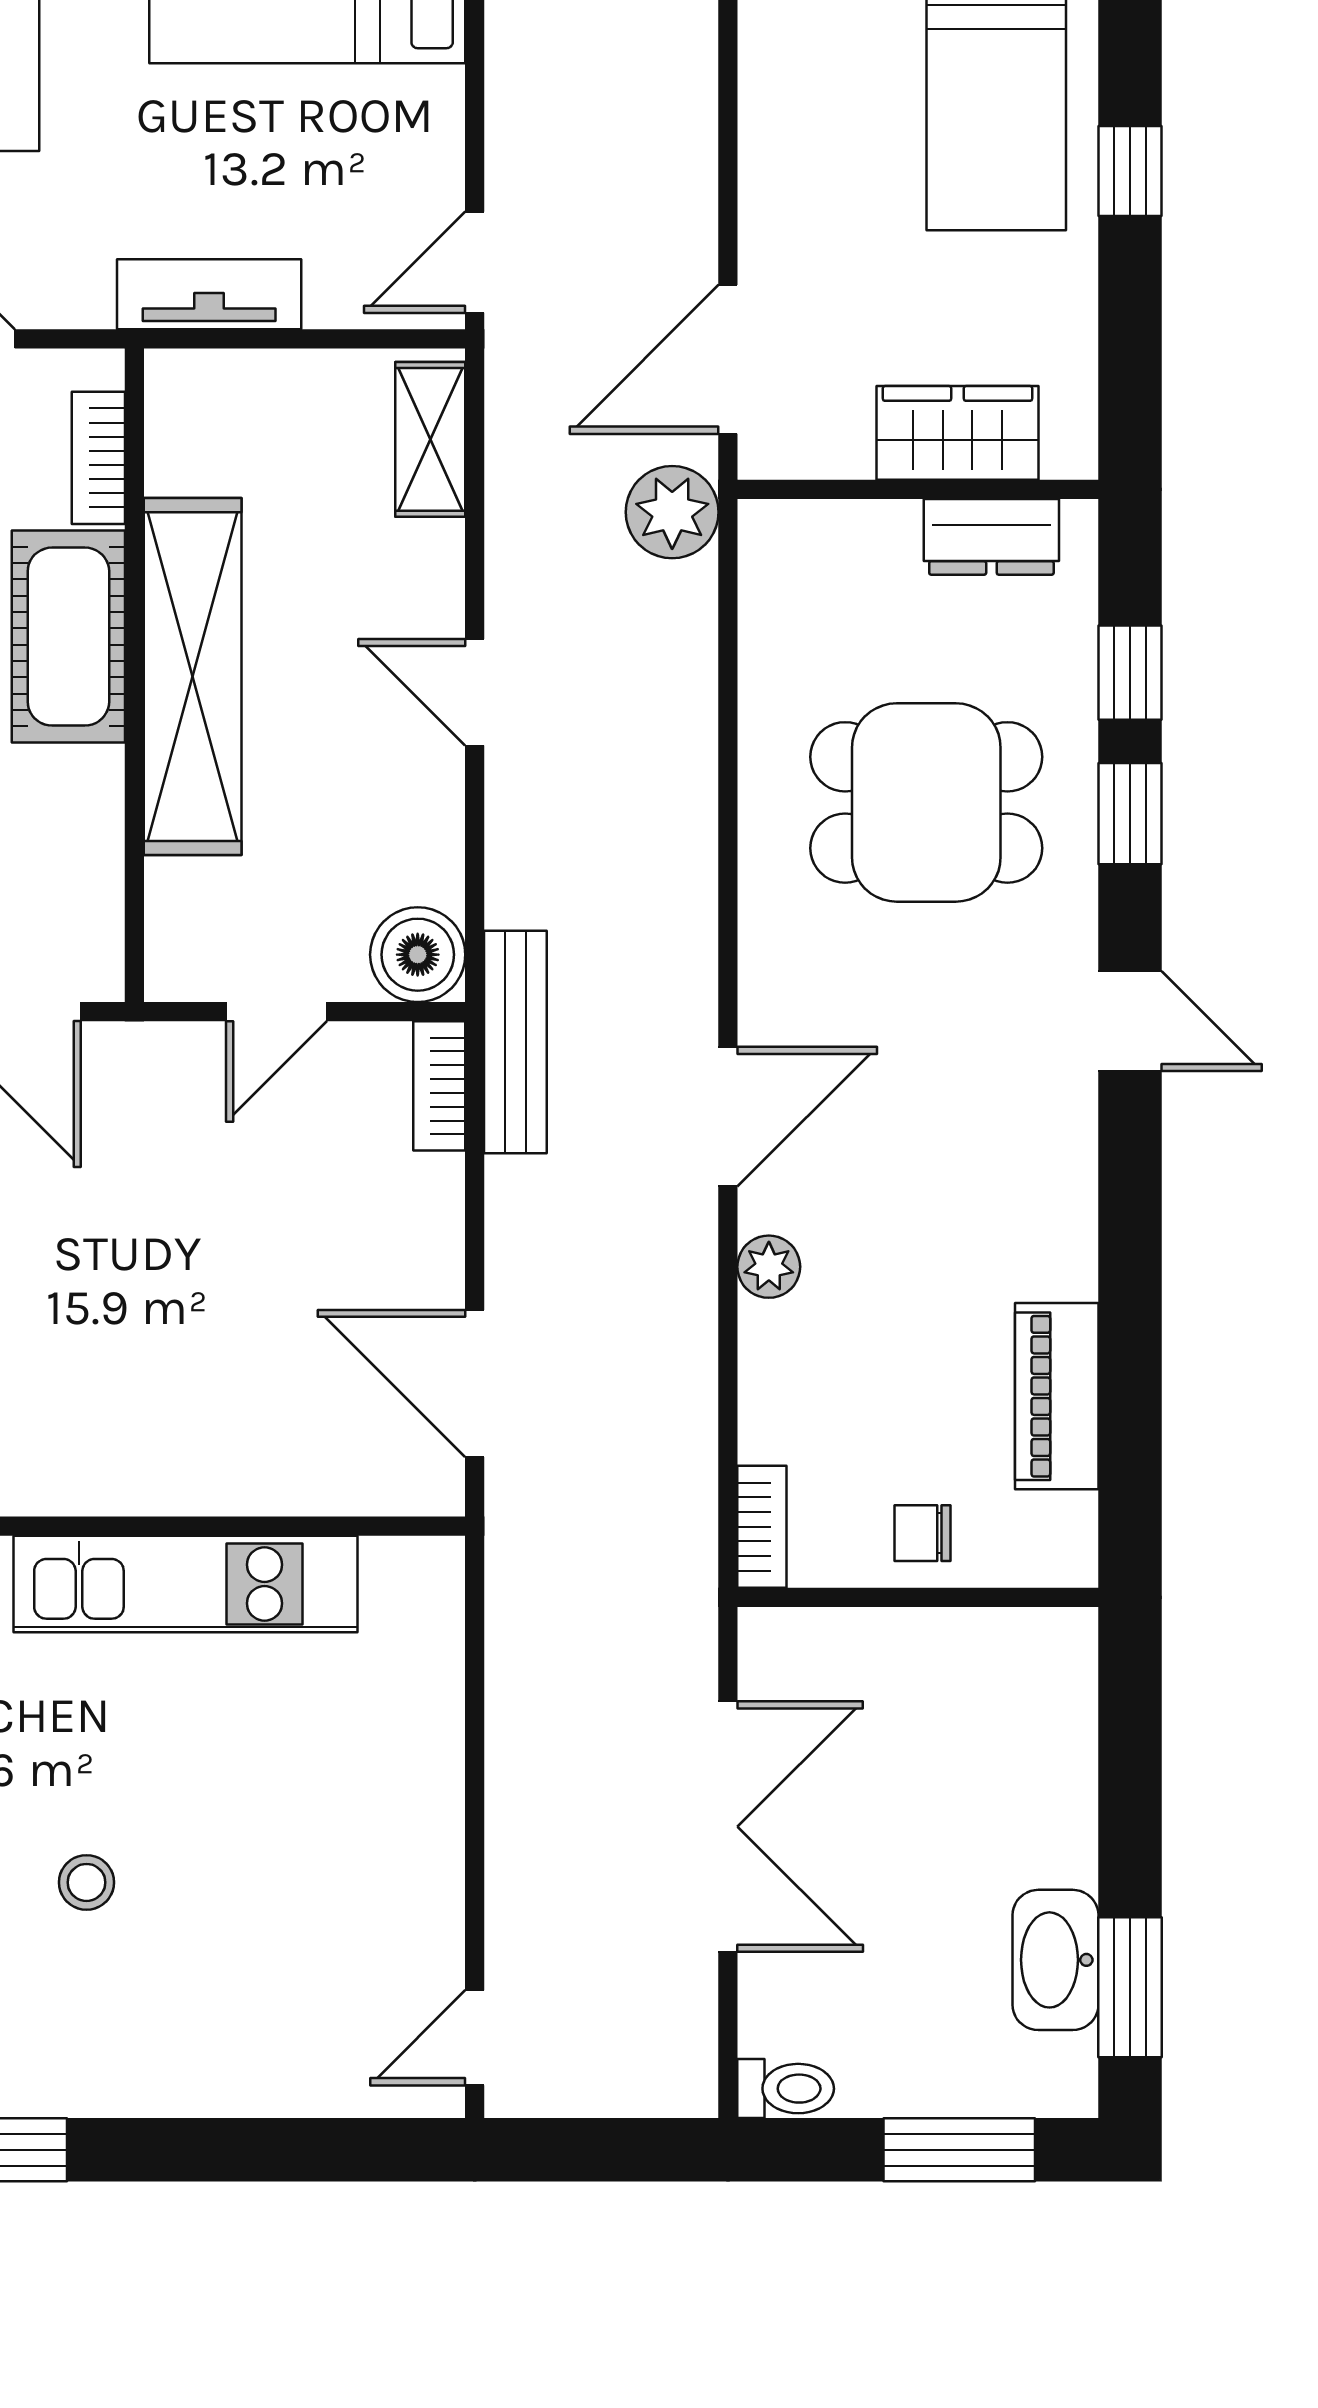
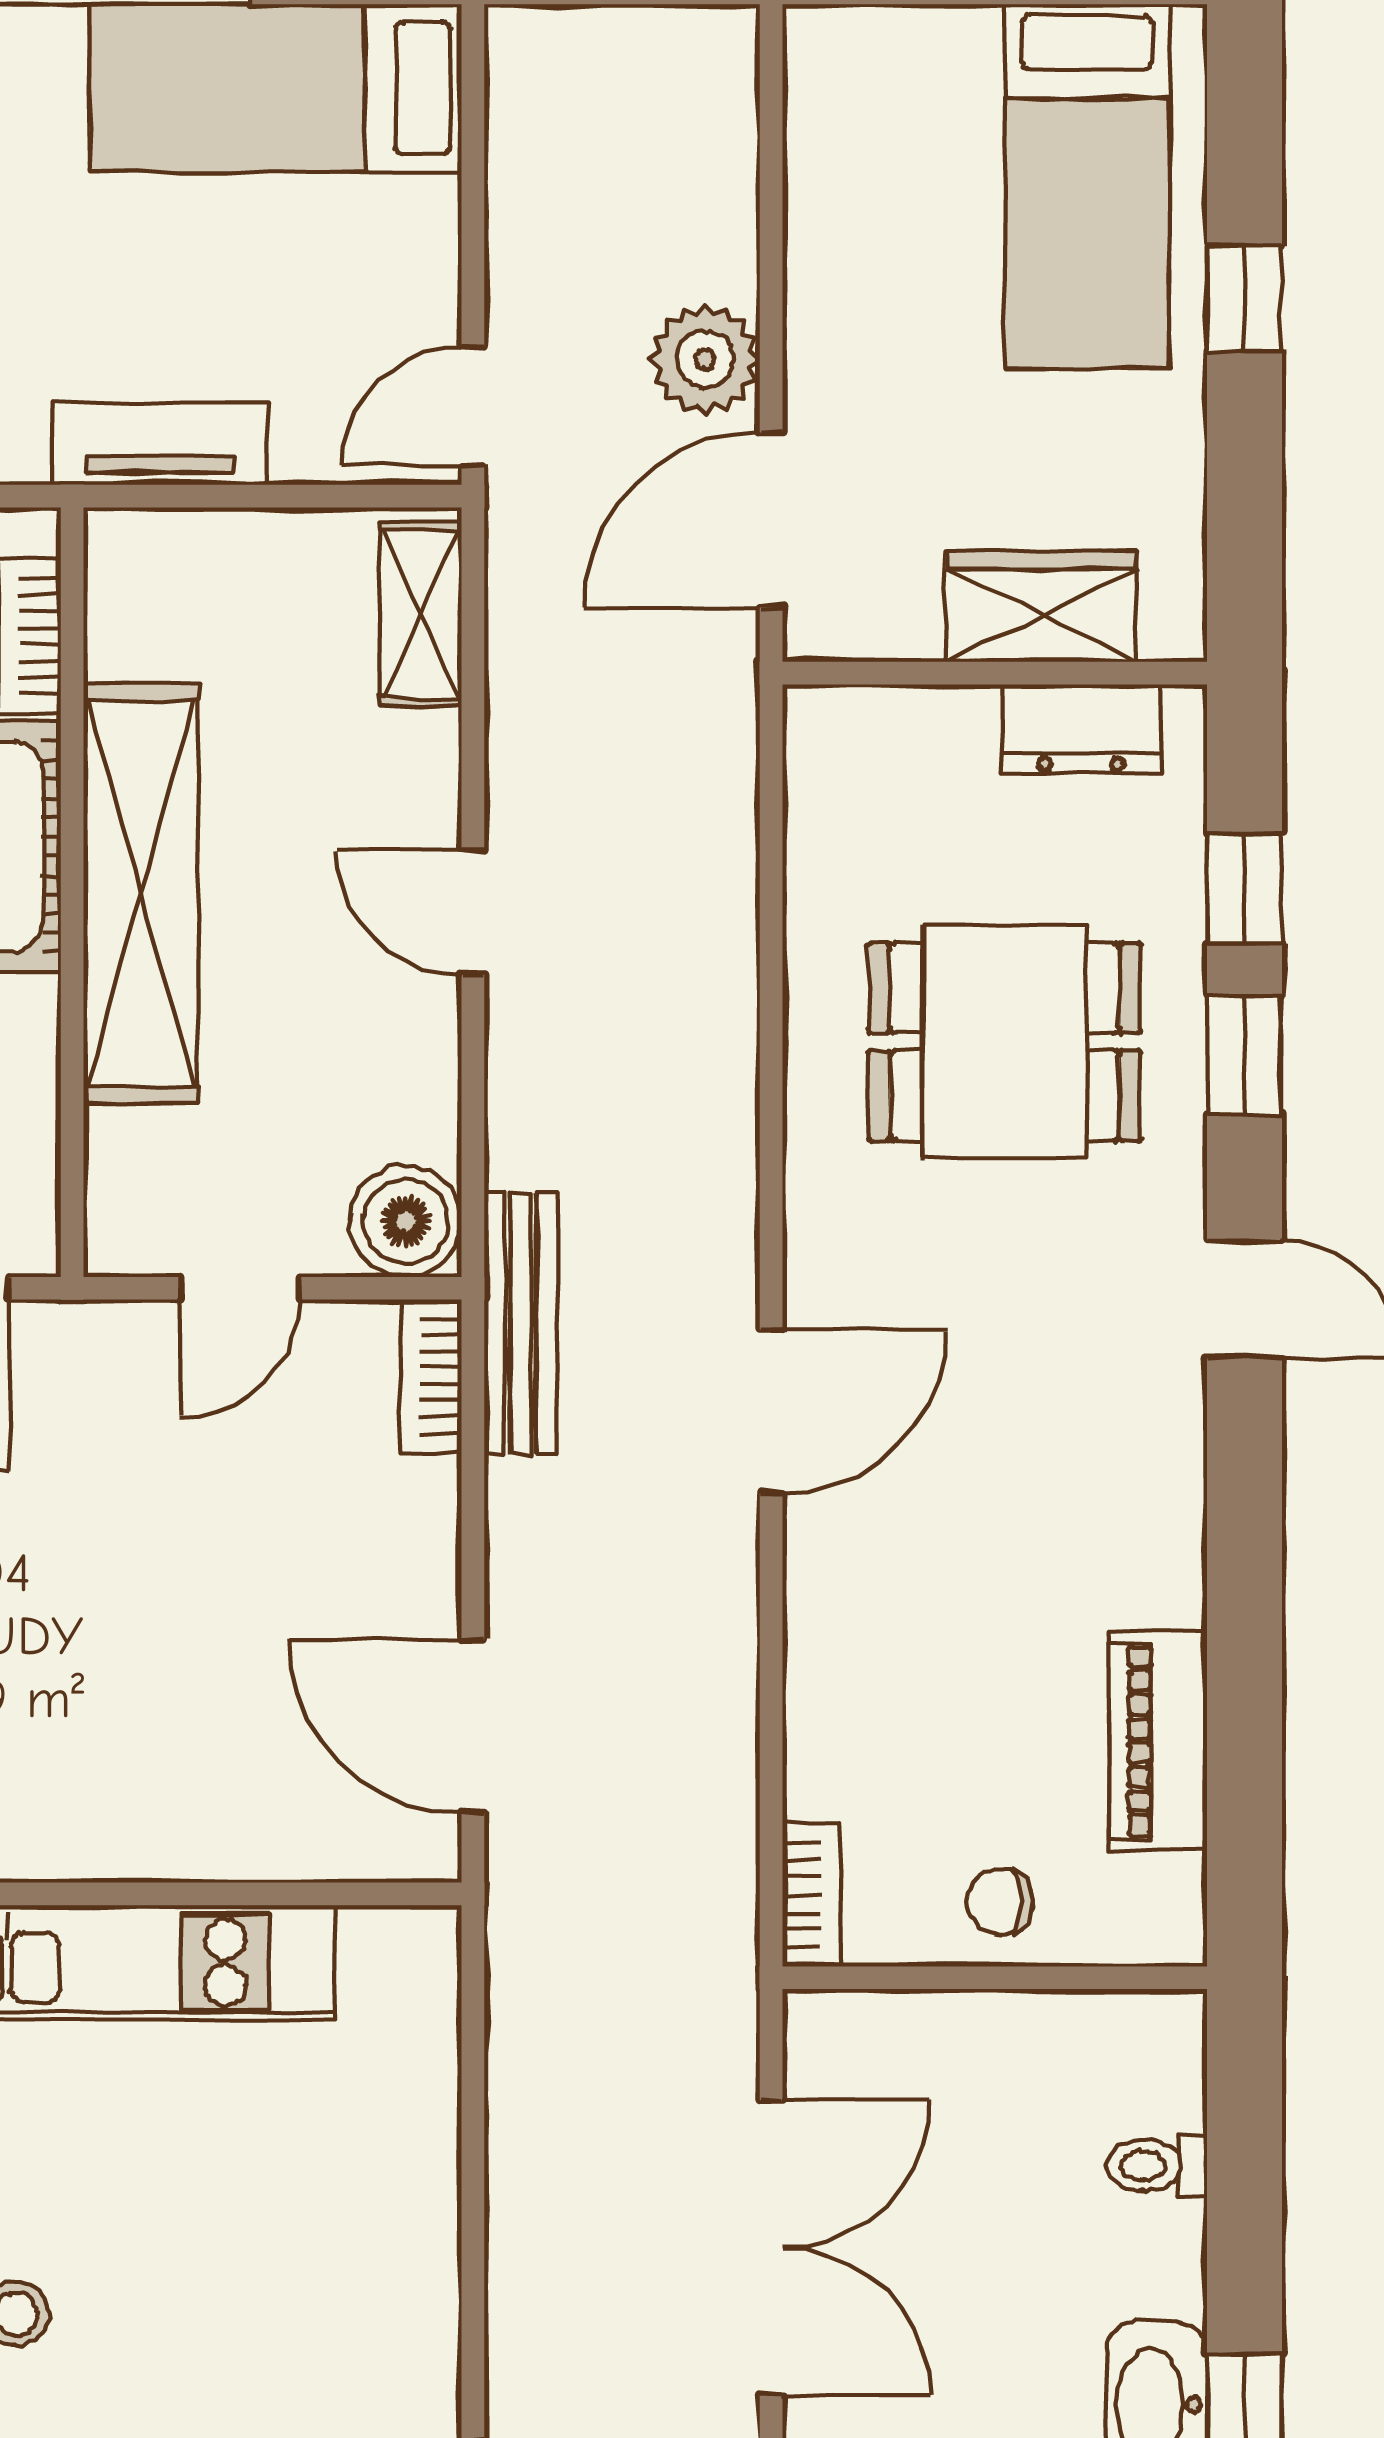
plant: (672, 512) -> (705, 359), moved
plant: (769, 1267) -> (819, 1589), removed
toilet: (1056, 1757) -> (1157, 2166), added

